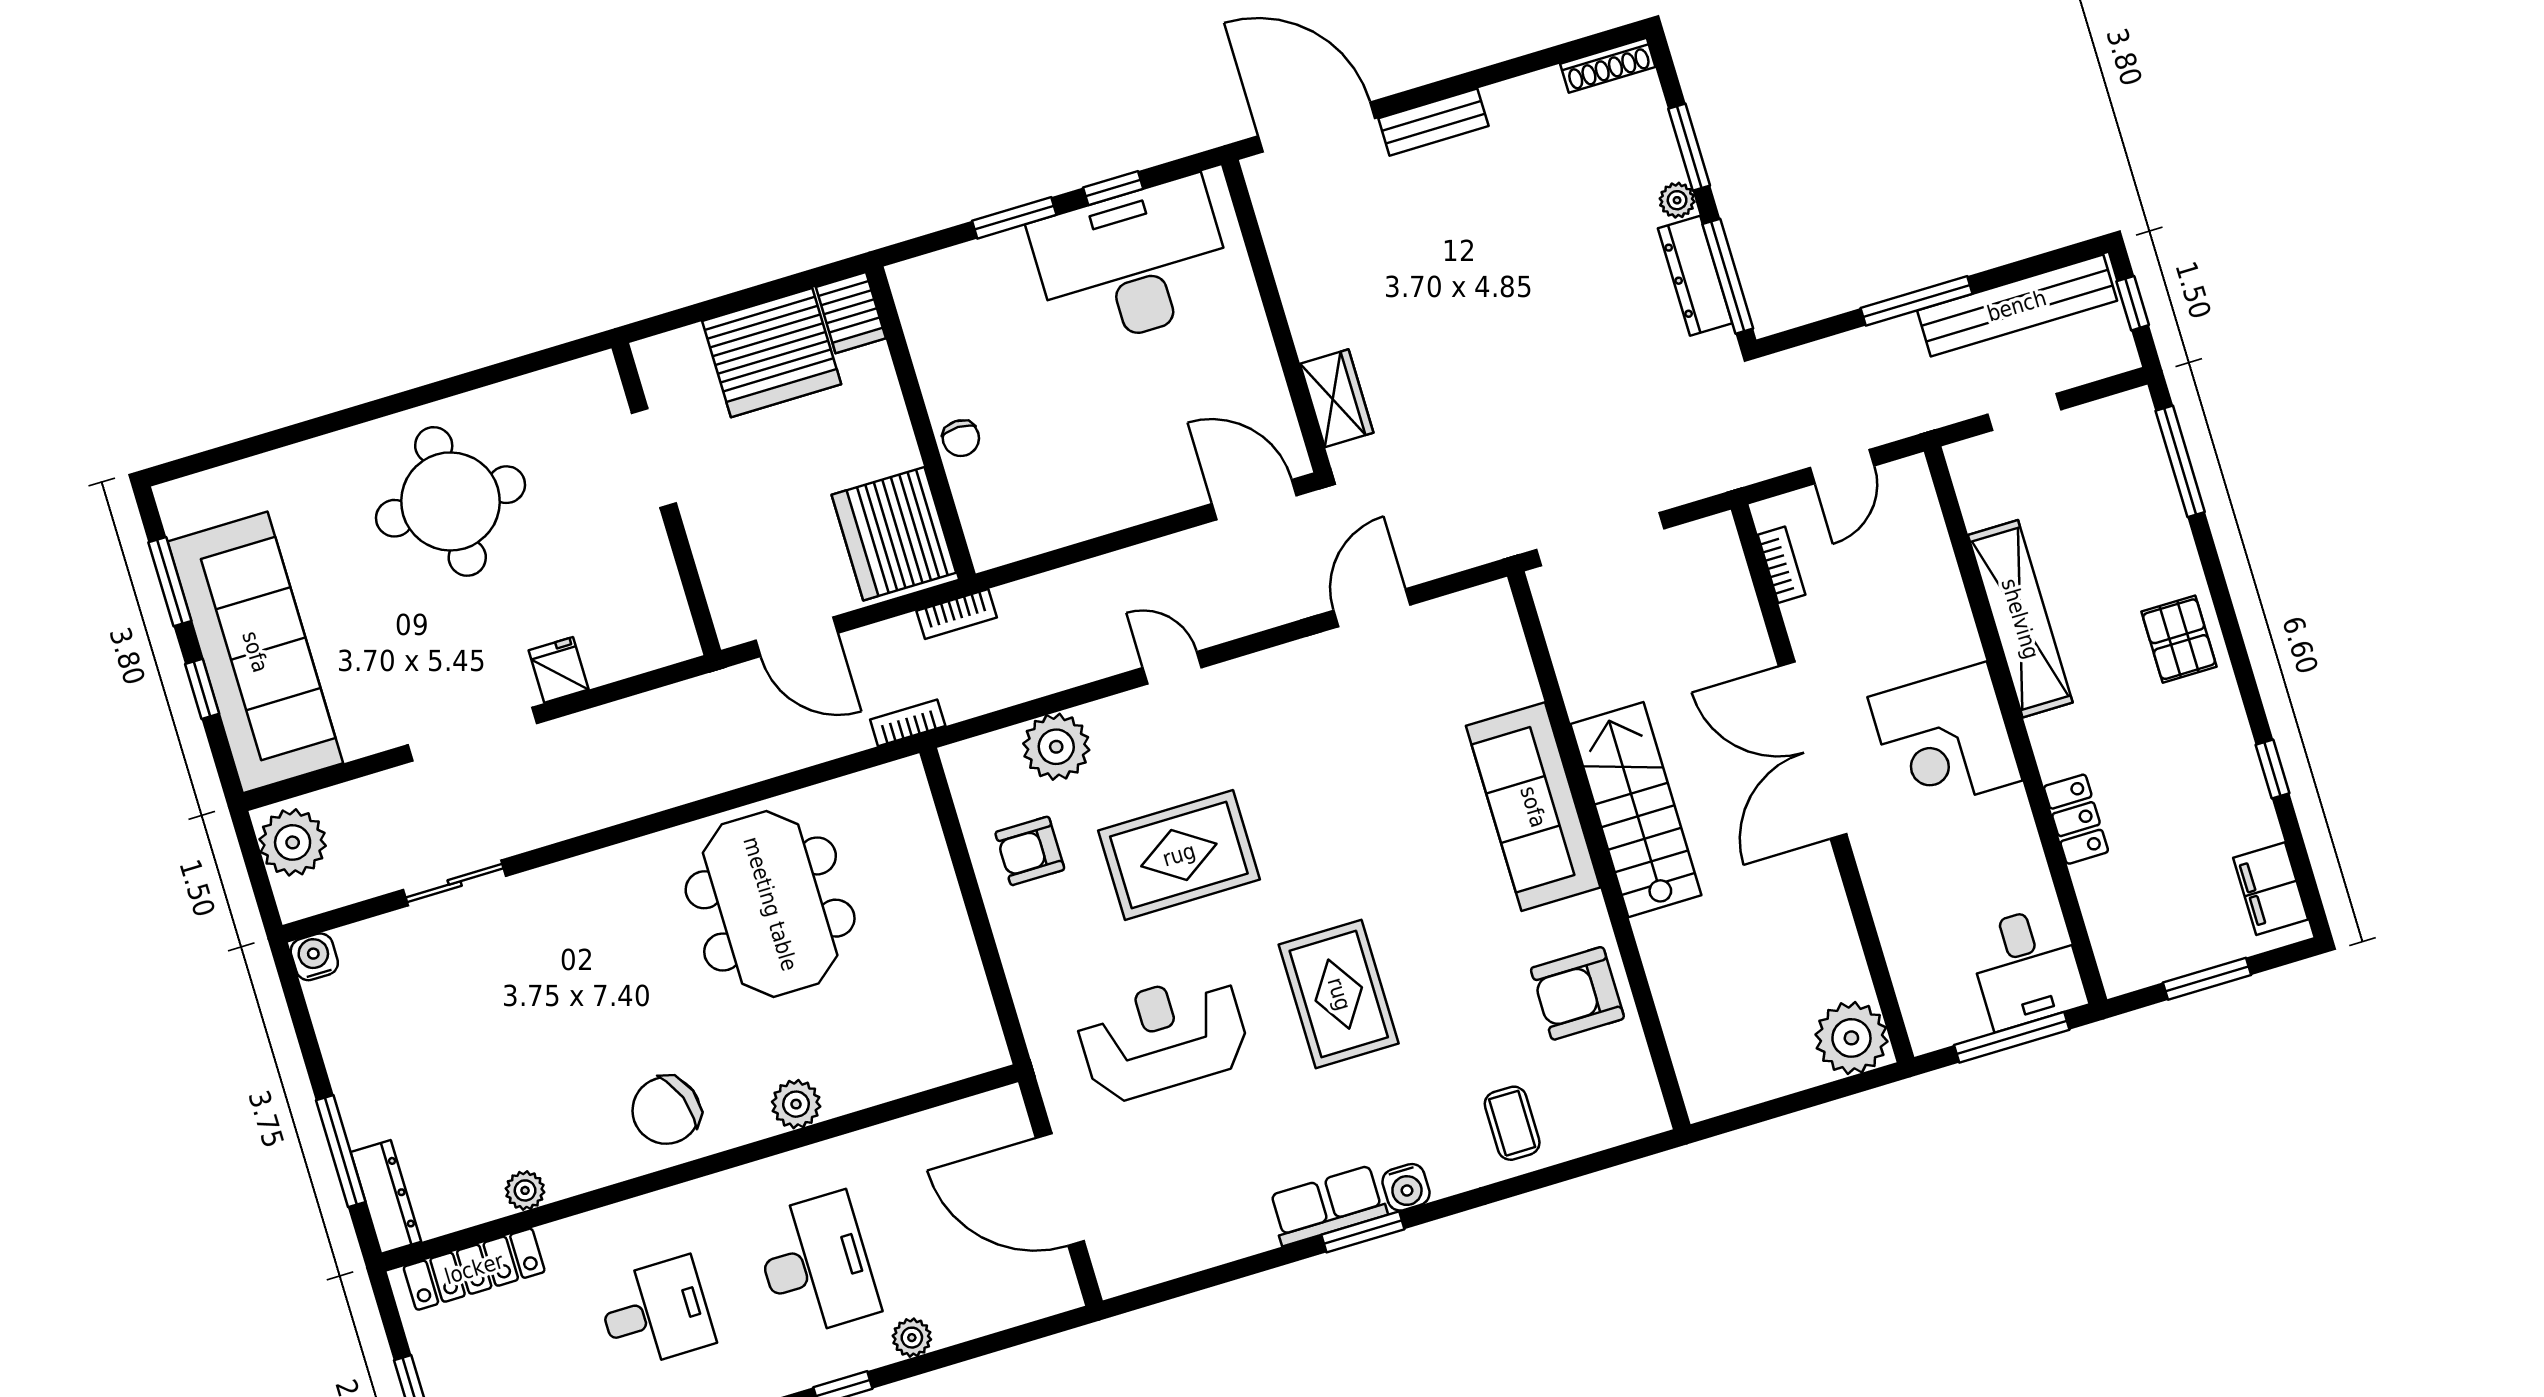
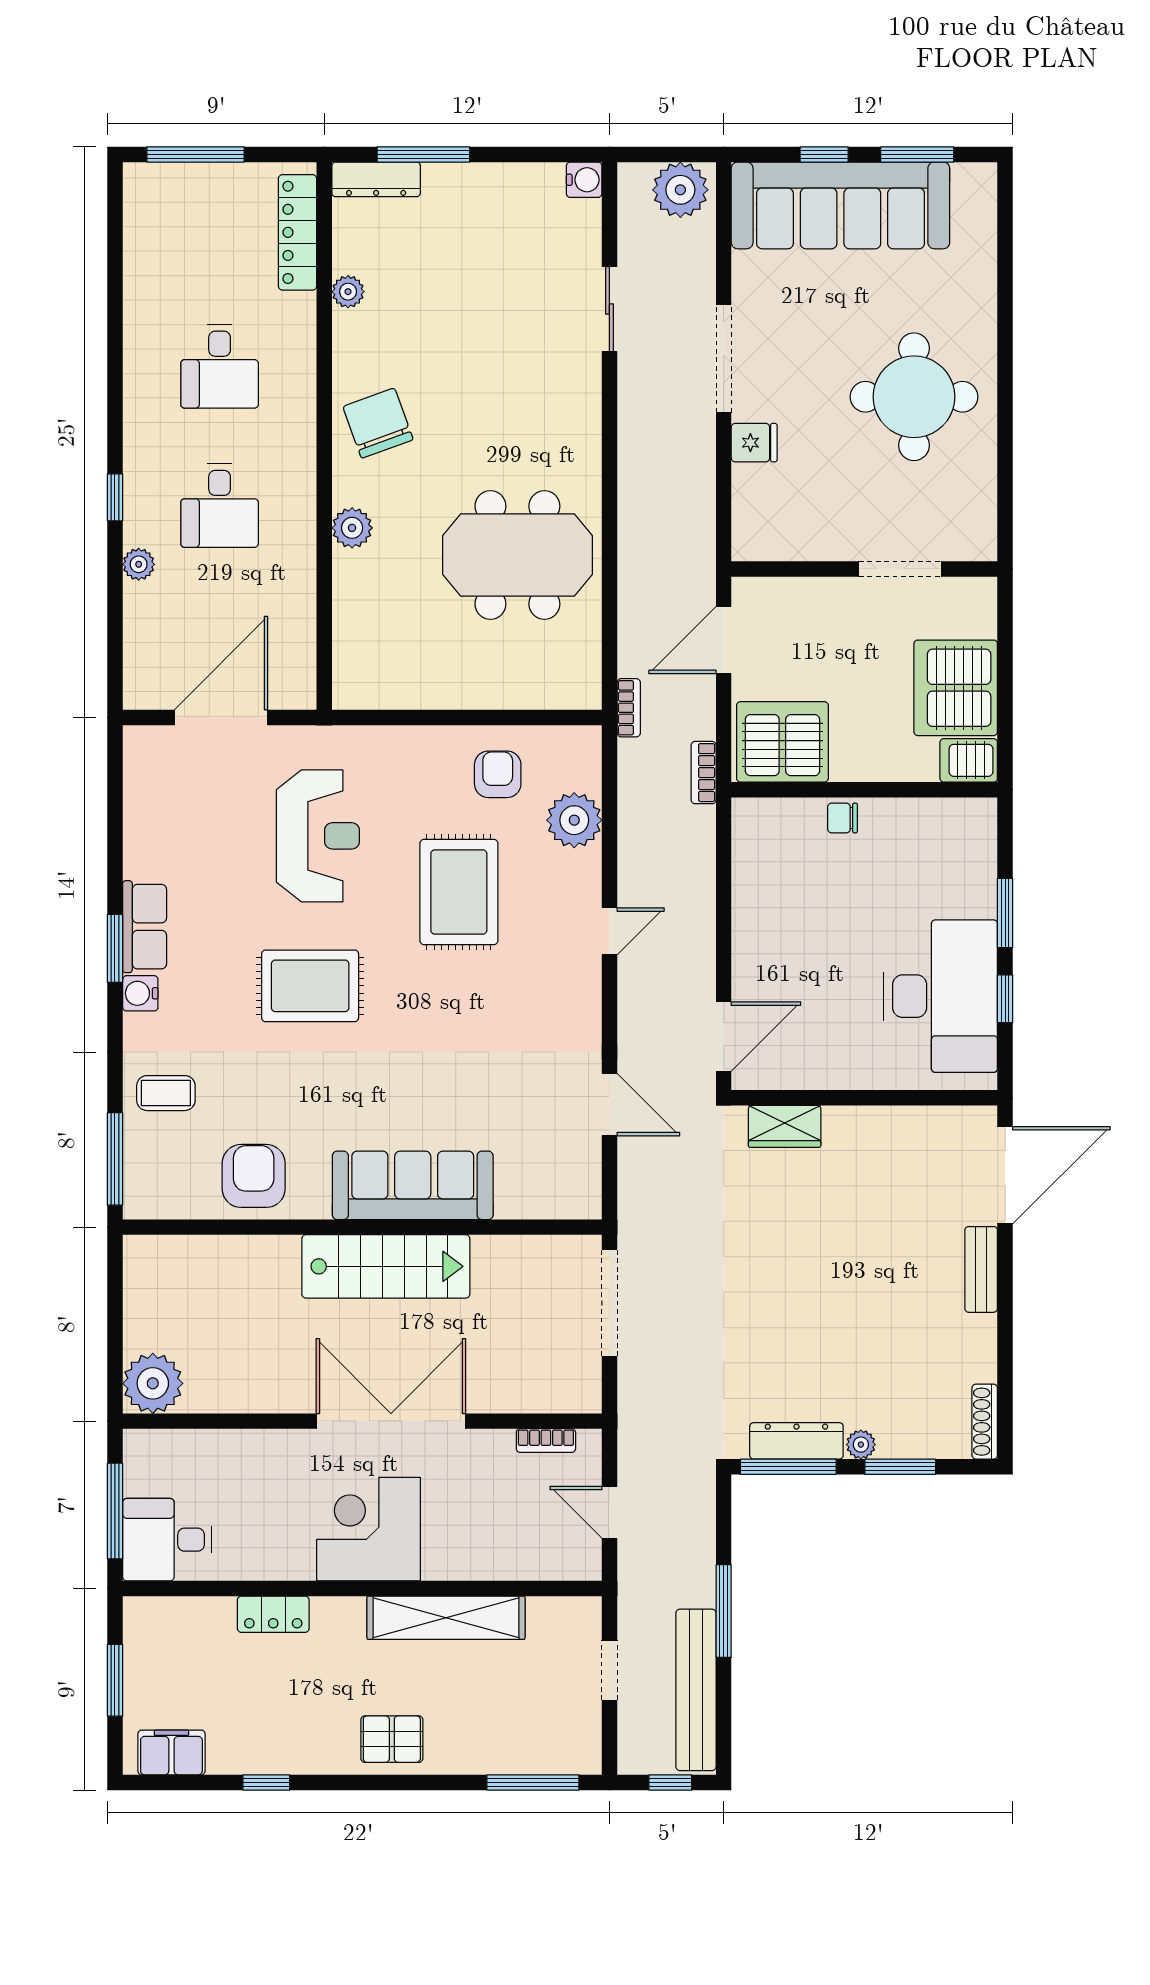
window: (1606, 1159) -> (115, 1159), added
desk: (816, 1265) -> (220, 505), width x0.73

